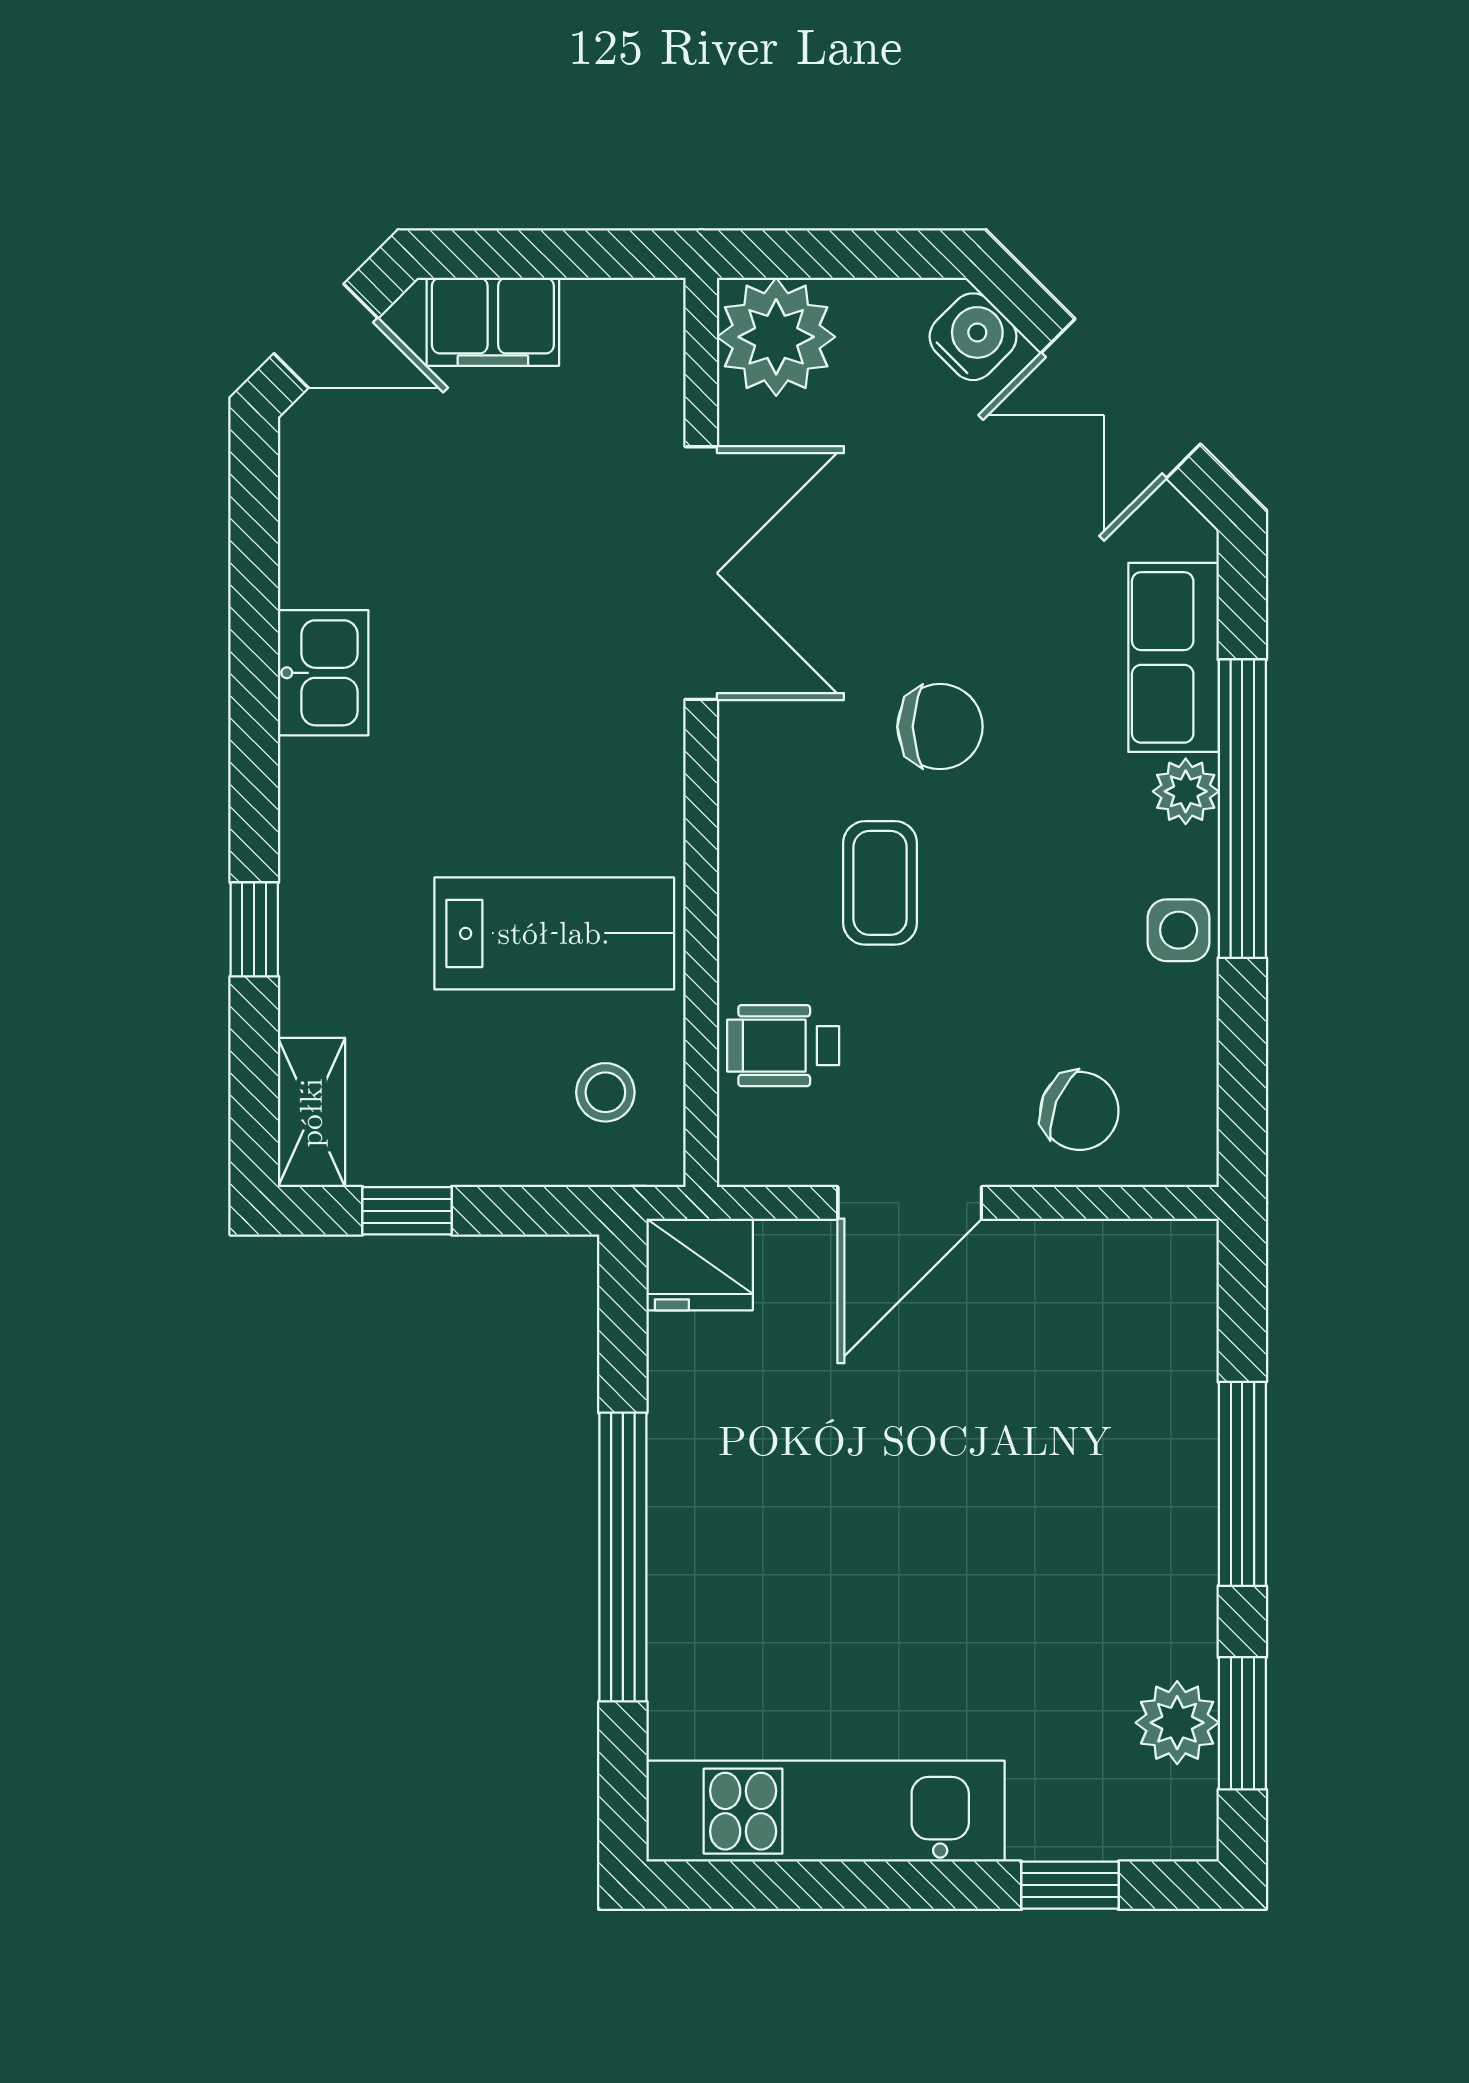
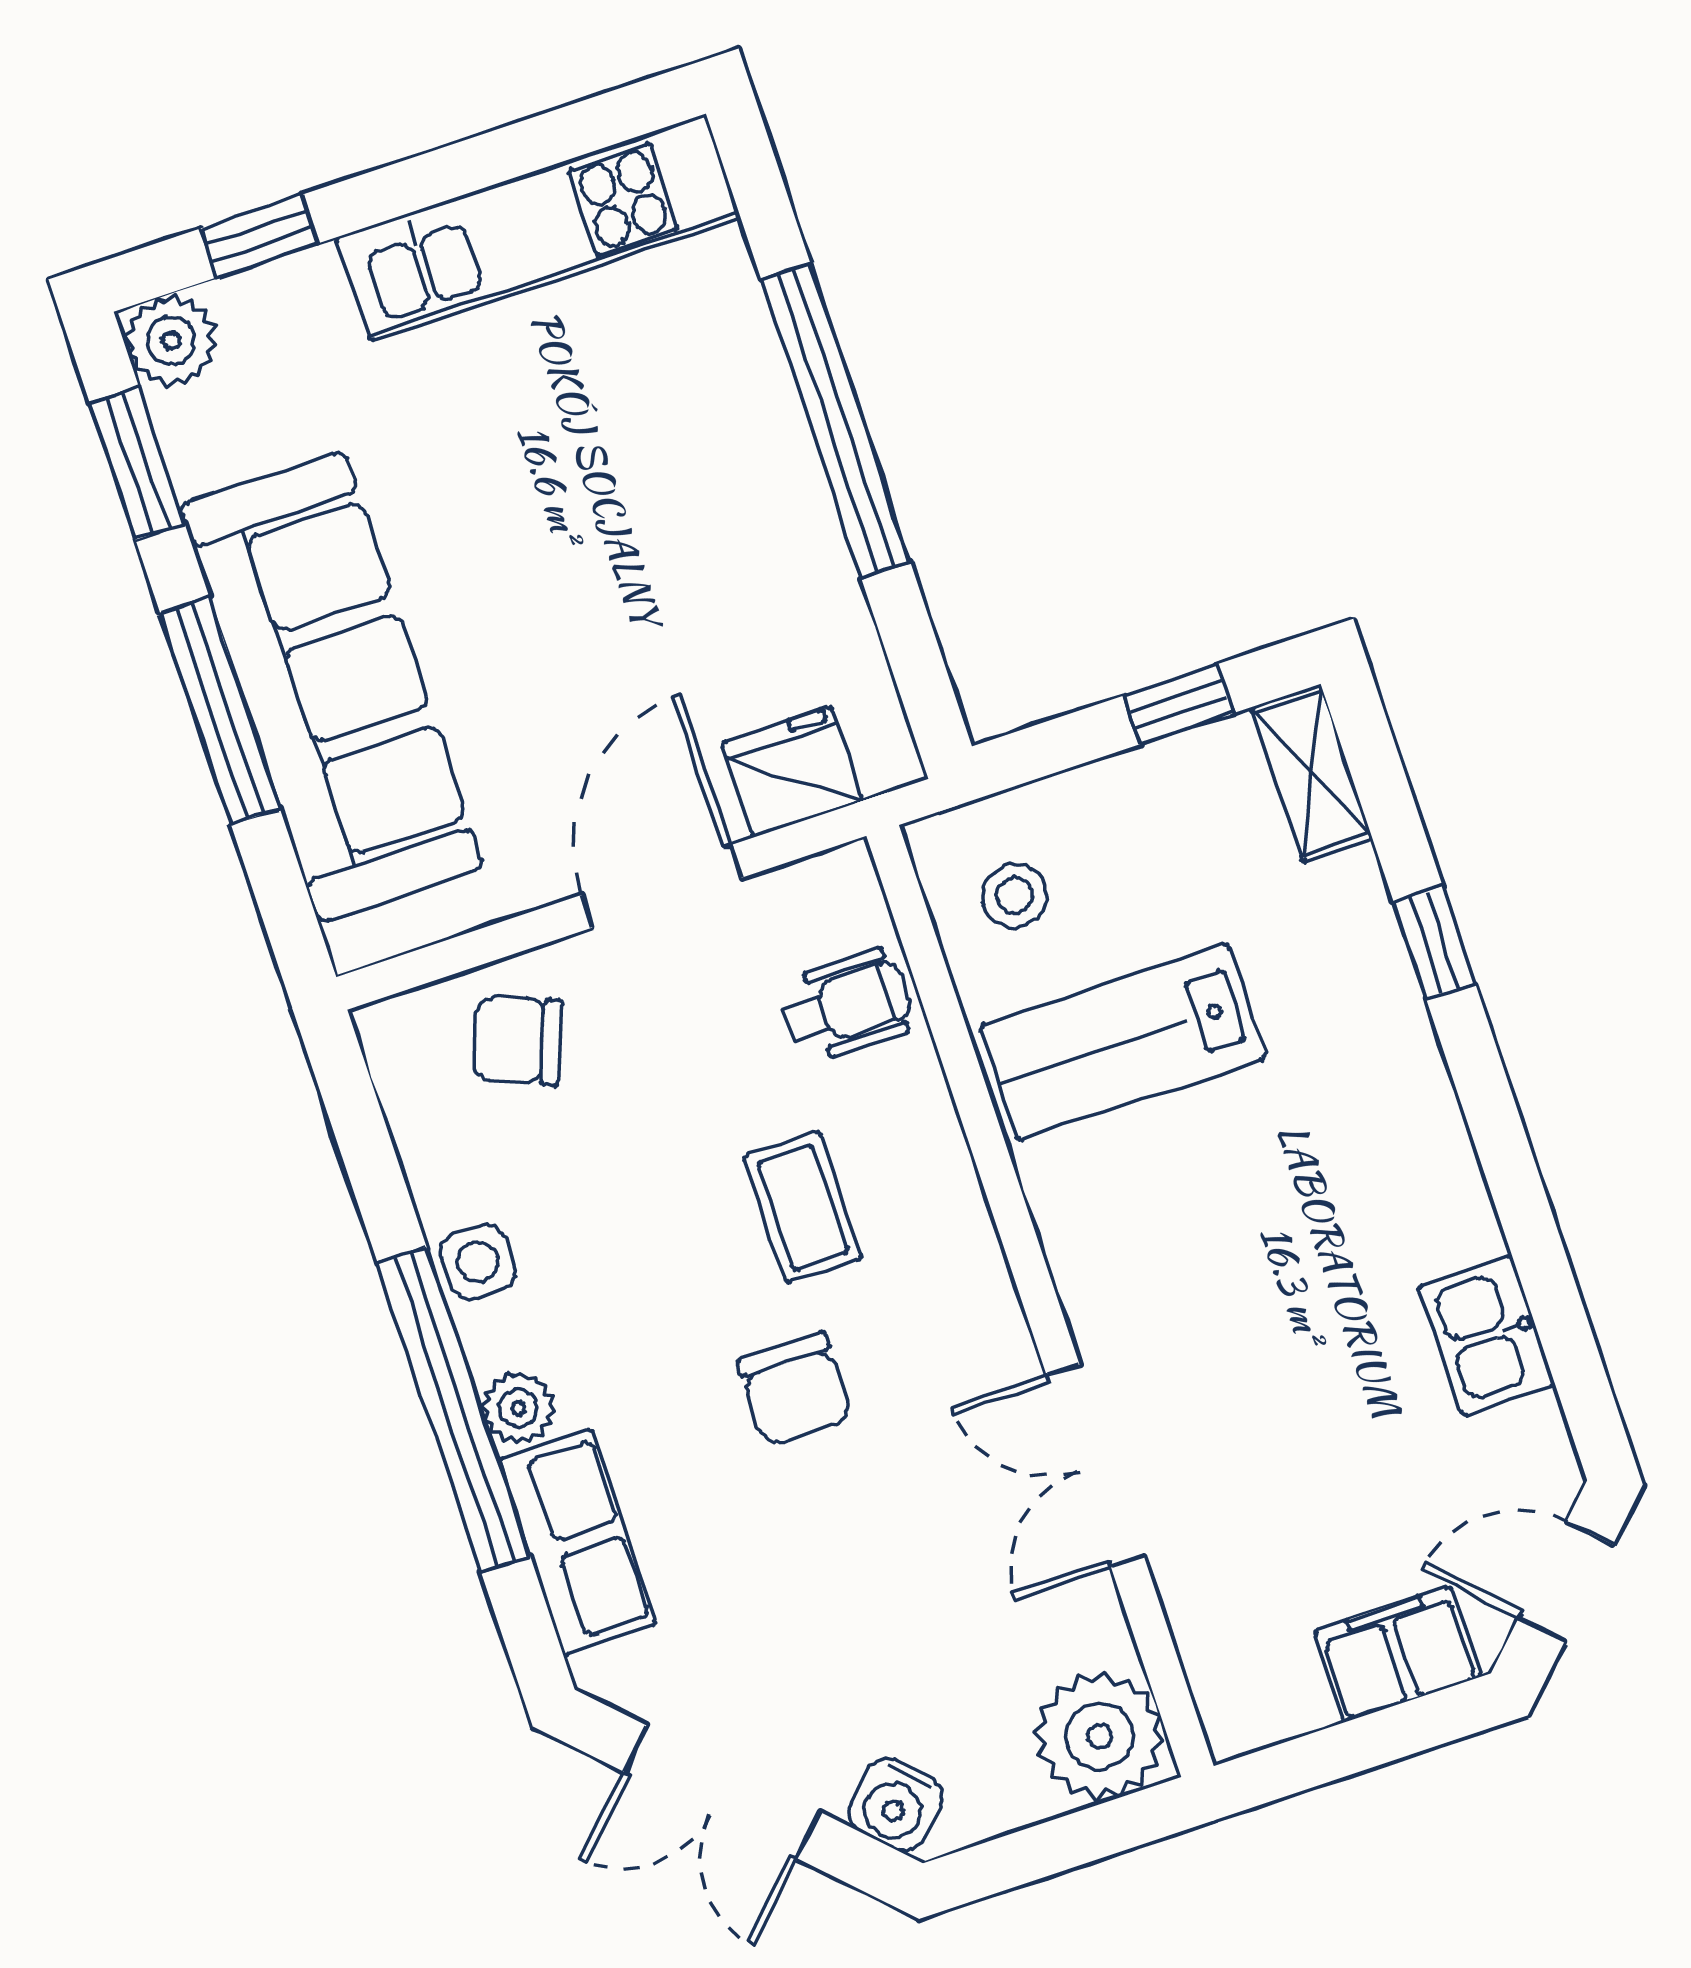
double door: (1121, 398) -> (722, 1792), swing flipped
double door: (701, 573) -> (1095, 1466), width x0.73
kitchen sink: (323, 673) -> (1487, 1336), moved
chair: (940, 727) -> (795, 1390), turned -90
fridge: (700, 1264) -> (792, 772), moved
sofa: (1138, 1472) -> (332, 687), added
plant: (1177, 1723) -> (171, 341), moved

